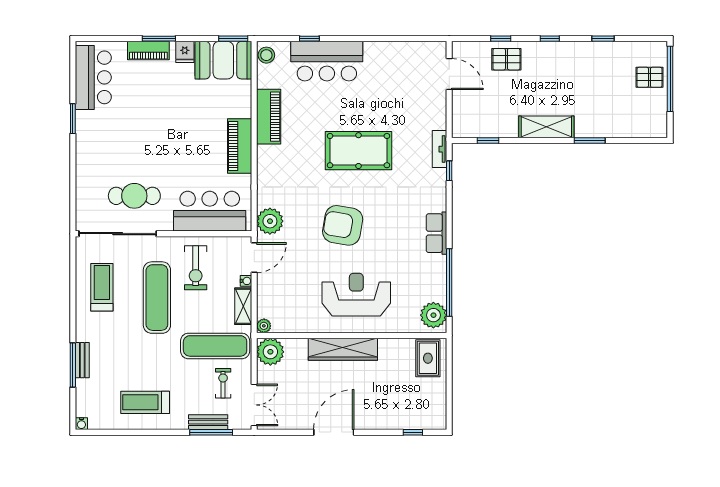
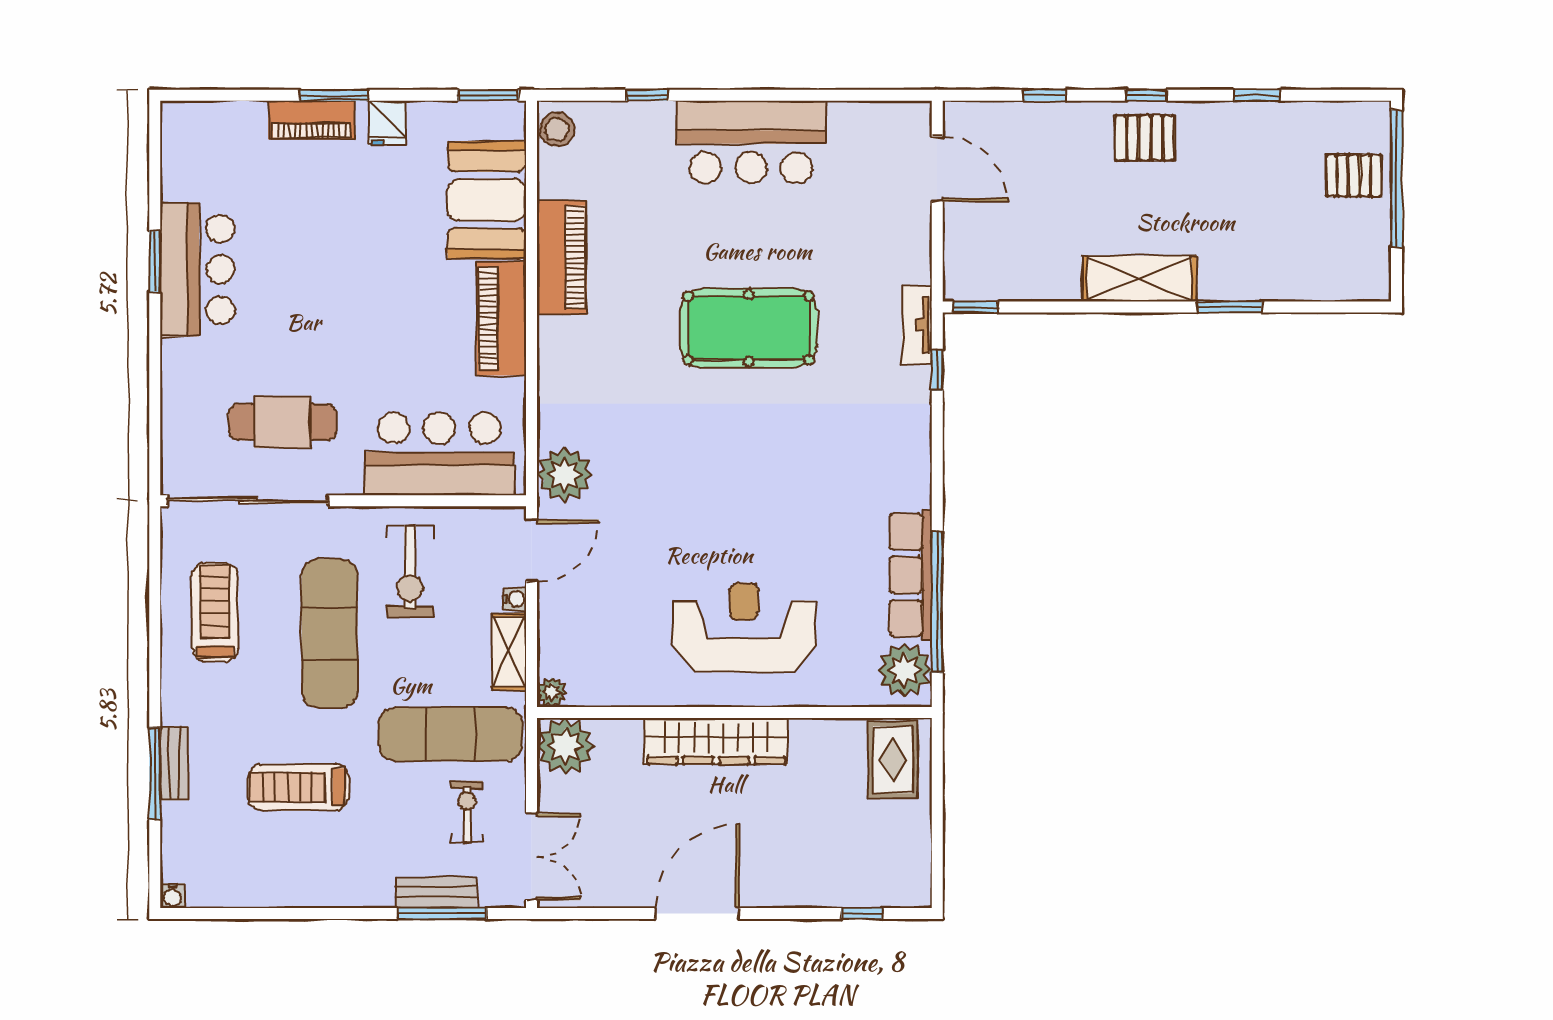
pallet: (506, 59) -> (1145, 138), moved
booth: (223, 60) -> (487, 200), moved, turned 90
bar counter: (327, 61) -> (751, 142), moved
bar counter: (93, 77) -> (197, 269), moved
window: (488, 140) -> (975, 307), moved
armchair: (343, 225) -> (716, 483), removed
row of seats: (436, 233) -> (911, 575), moved, width x1.48
treadmill: (145, 402) -> (298, 787), moved

